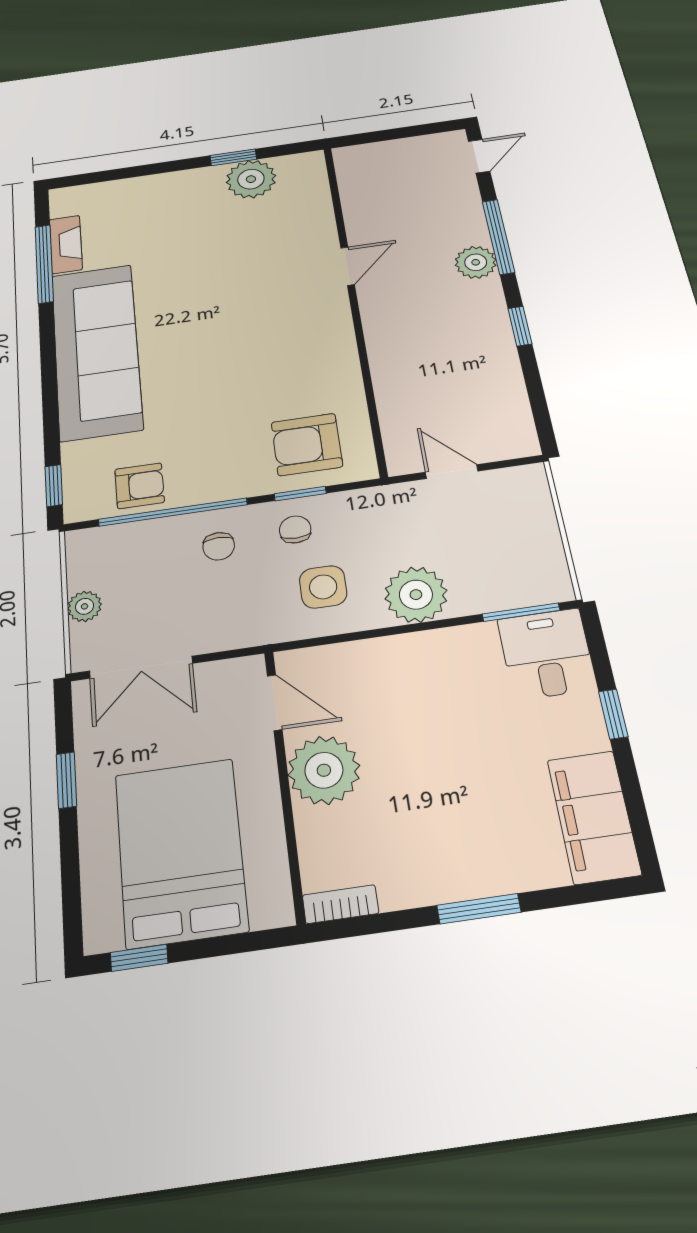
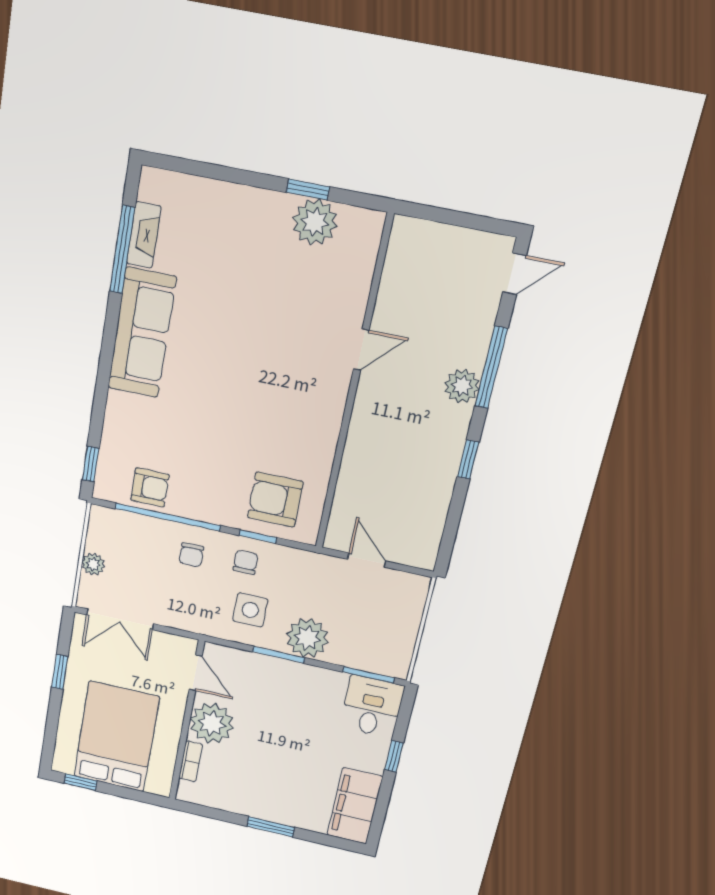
sofa: (96, 351) -> (142, 333), width x0.74, depth x0.79
window: (385, 632) -> (279, 655), added
bookcase: (341, 904) -> (191, 761), moved, turned 90

